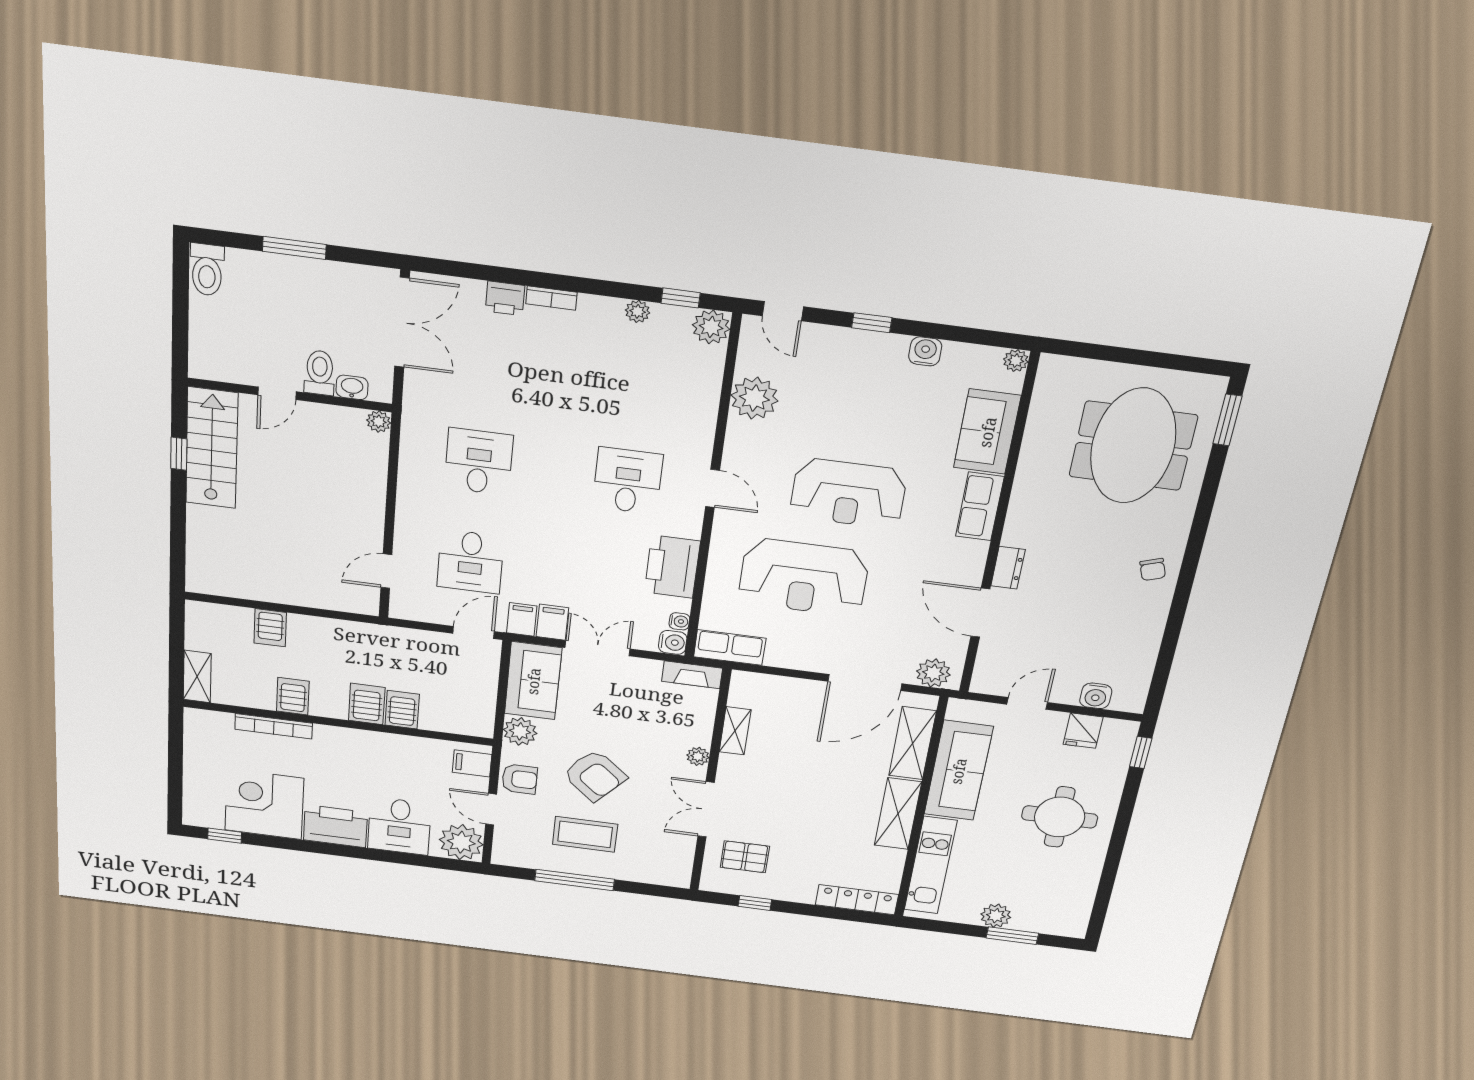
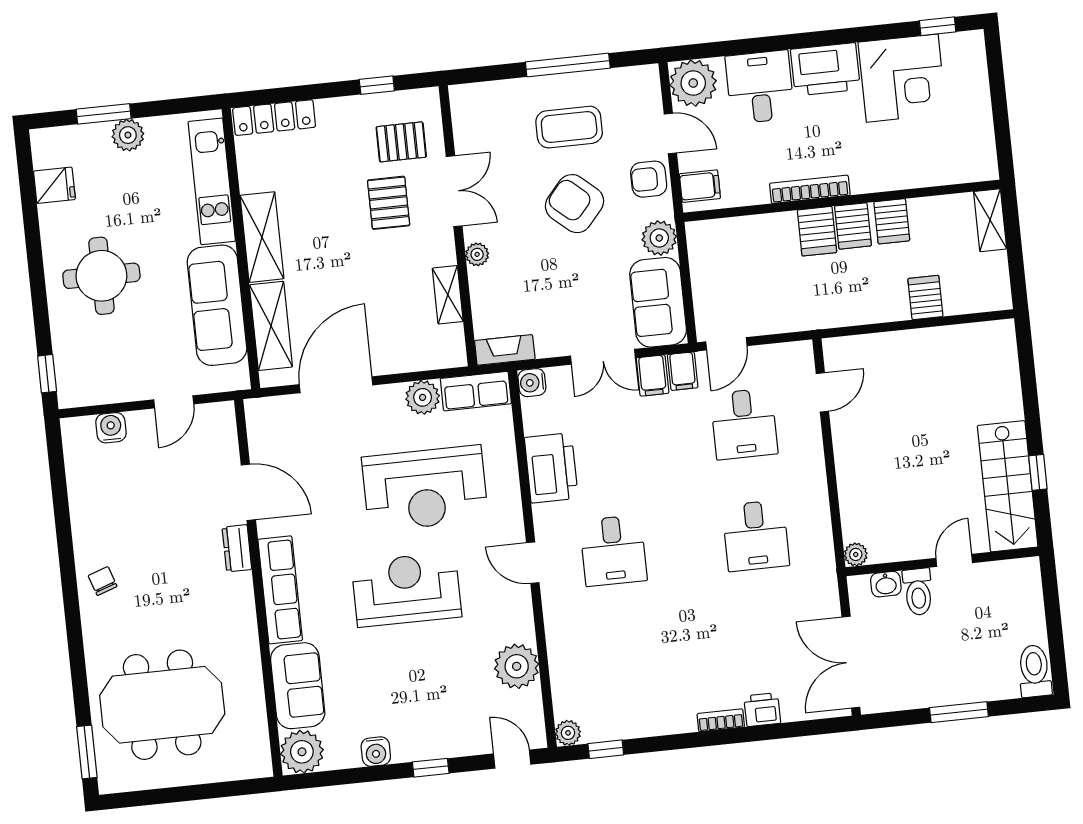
plant: (638, 311) -> (641, 726), removed
plant: (711, 327) -> (568, 733), width x0.73, depth x0.73
plant: (1016, 361) -> (302, 752), width x1.87, depth x1.87
meeting table: (1133, 446) -> (162, 705), turned 90
row of seats: (980, 506) -> (280, 590), width x1.48
desk: (470, 562) -> (744, 424), turned 180
reception desk: (803, 577) -> (425, 488), turned 180
water cooler: (679, 621) -> (531, 408), removed
plant: (933, 673) -> (423, 397), moved
server rack: (402, 710) -> (853, 226), moved
bookcase: (274, 726) -> (810, 189), moved
fridge: (1083, 731) -> (54, 185), moved, turned 90
pallet: (770, 814) -> (389, 203), added

